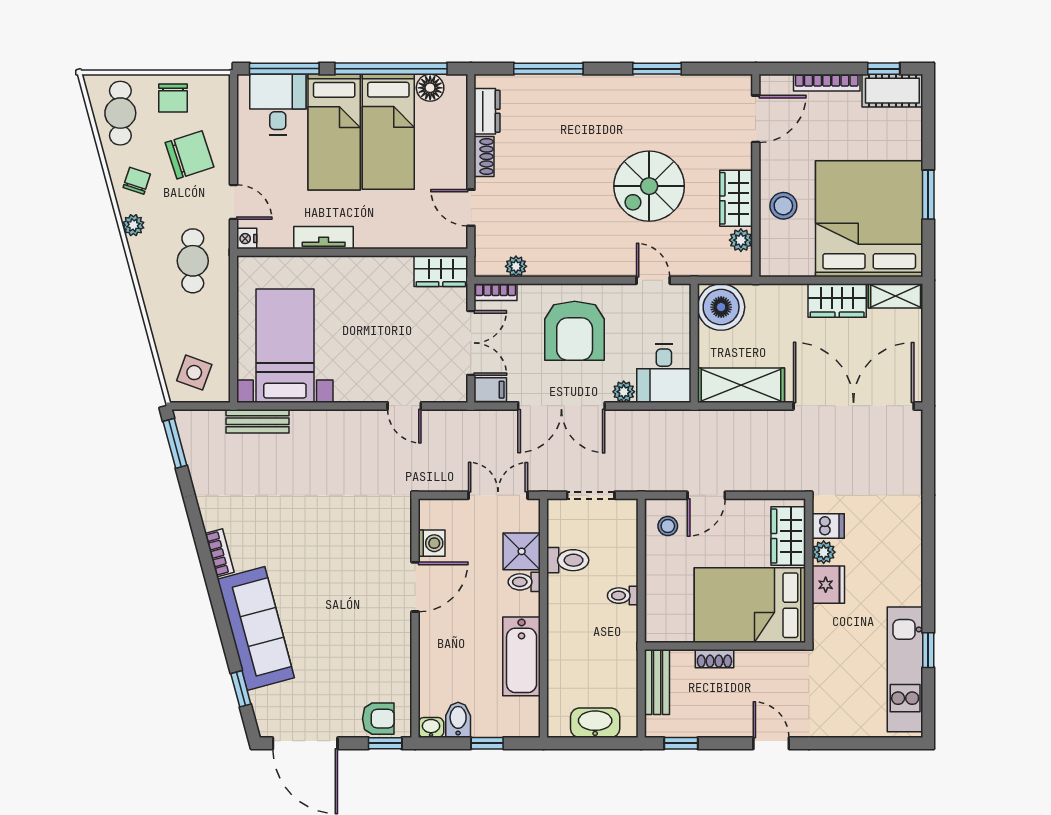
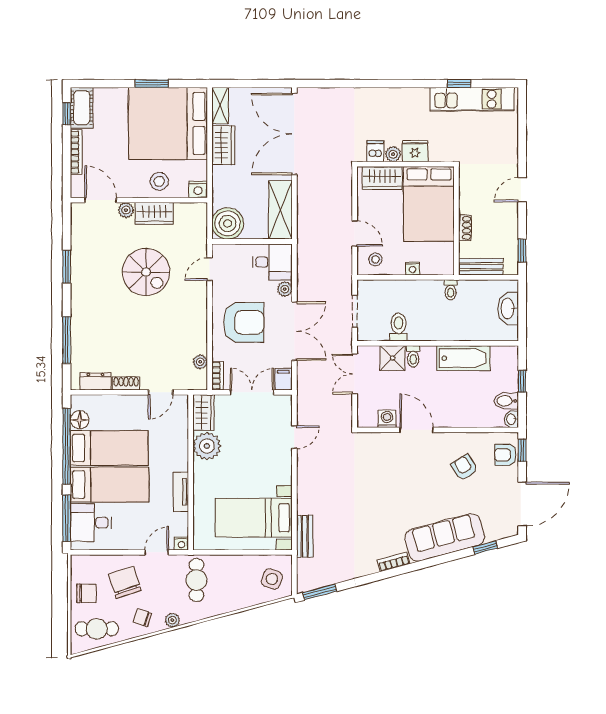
plant: (741, 240) -> (126, 210), moved
cafe table: (193, 261) -> (196, 580), turned 90
nightstand: (772, 263) -> (198, 189), added
plant: (391, 276) -> (207, 446), added
nightstand: (654, 581) -> (413, 268), added
toilet: (623, 596) -> (451, 290), moved
armchair: (360, 658) -> (464, 467), added
armchair: (378, 719) -> (505, 455), turned -90

